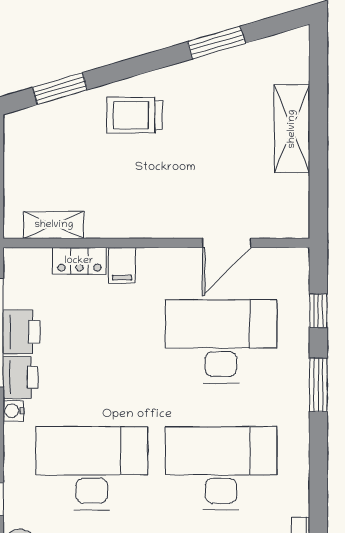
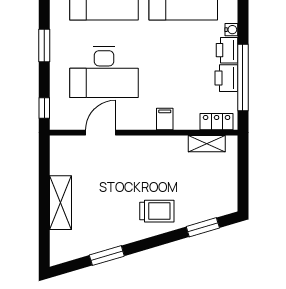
locker: (79, 261) -> (217, 122), moved
window: (318, 311) -> (44, 108), moved

